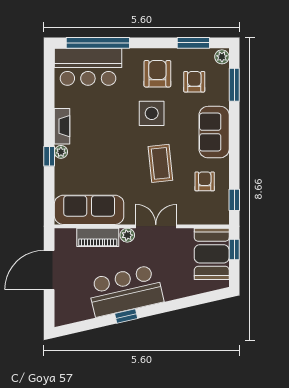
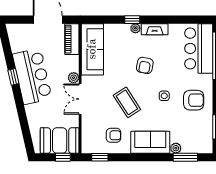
plant: (222, 57) -> (176, 148), moved
armchair: (194, 82) -> (145, 65), moved, turned 101
side table: (152, 113) -> (164, 96), width x0.54, depth x0.54
coffee table: (160, 163) -> (127, 102), turned 63
double door: (156, 226) -> (80, 99), swing flipped
piano: (98, 237) -> (72, 39), moved

